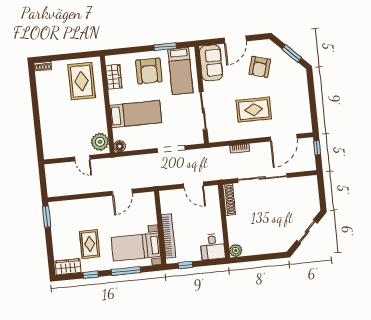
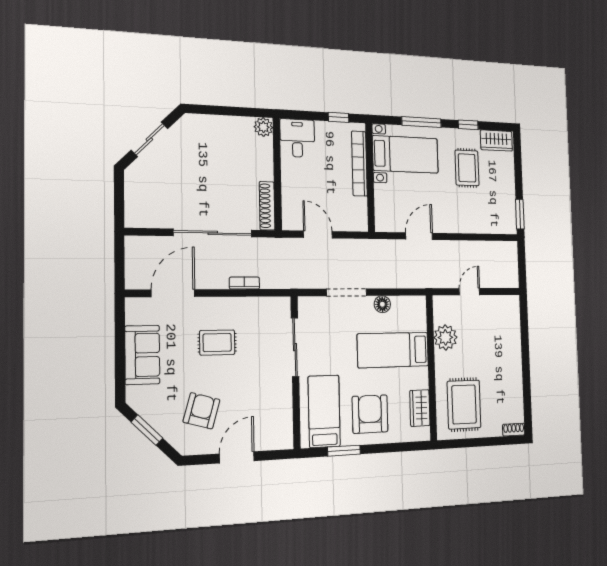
sofa: (211, 63) -> (142, 355), moved, turned 180
rug: (254, 110) -> (217, 343), width x0.73, depth x0.70
plant: (100, 142) -> (445, 337), moved
floor lamp: (120, 146) -> (382, 304), moved
window: (317, 148) -> (119, 272), removed
door: (82, 158) -> (470, 292), hinge flipped

